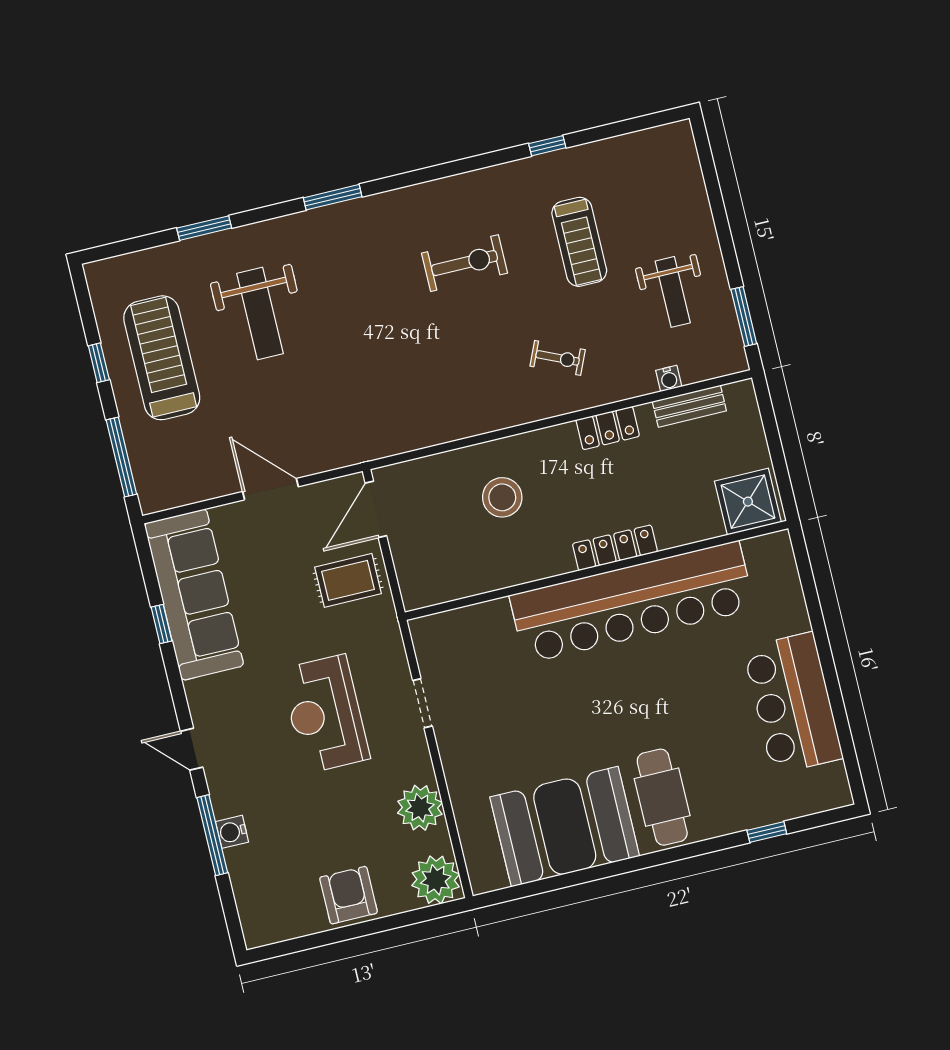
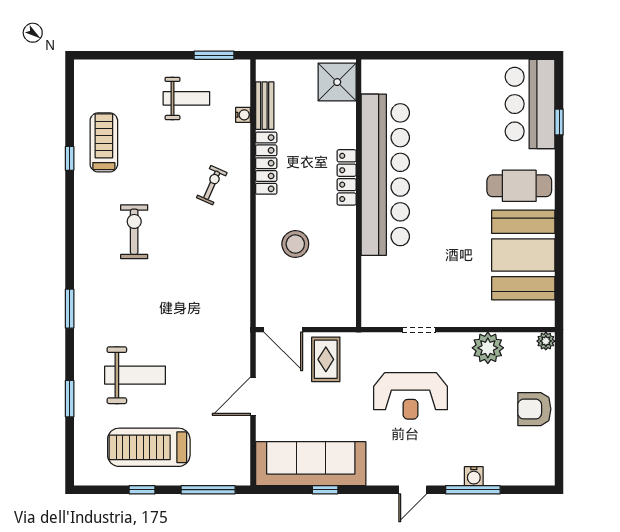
treadmill: (579, 242) -> (104, 142), moved, turned -90
locker: (608, 428) -> (266, 163), width x1.53
bar counter: (793, 703) -> (530, 104), moved, turned 90
plant: (436, 880) -> (546, 341), width x0.53, depth x0.53

